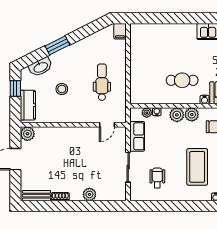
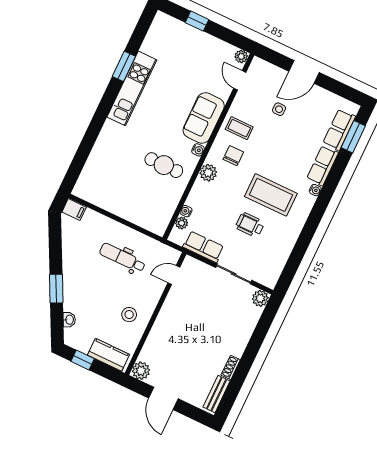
washbasin: (41, 67) -> (69, 320), width x0.52, depth x0.69
cafe table: (182, 80) -> (164, 165), turned 90
stool: (62, 89) -> (129, 315), moved
plant: (177, 115) -> (200, 190), removed
door: (107, 125) -> (174, 275), swing flipped
wheelchair: (157, 178) -> (250, 225), moved
plant: (89, 194) -> (260, 298), moved

